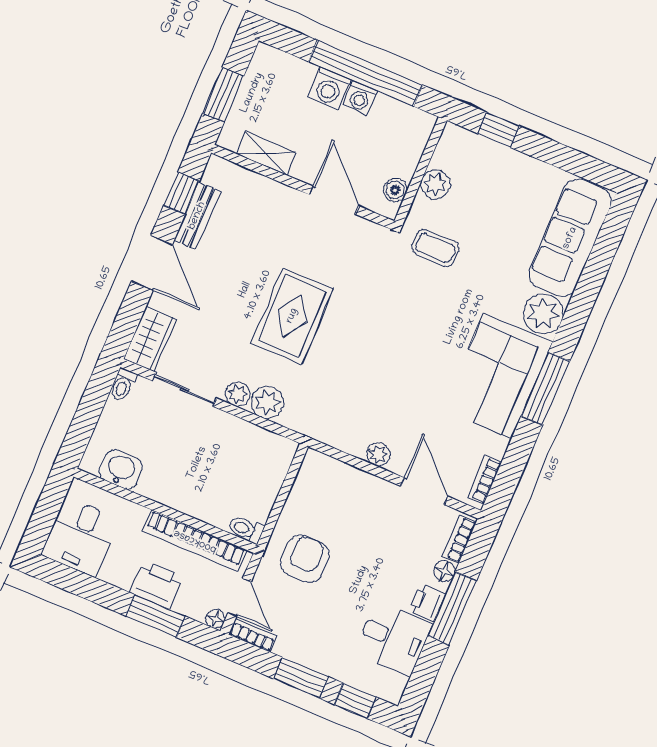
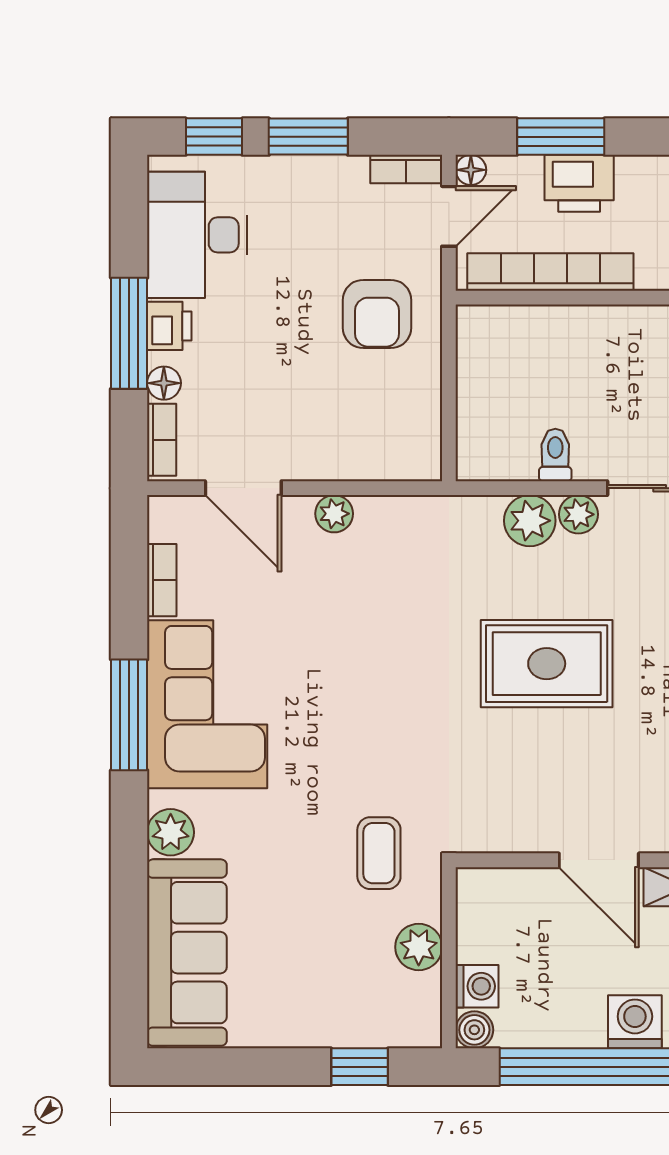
washing machine: (360, 98) -> (477, 986), moved, turned 90
boiler: (395, 190) -> (474, 1030), moved
door: (334, 200) -> (599, 860), moved
coffee table: (435, 248) -> (379, 853), turned 90
plant: (543, 314) -> (171, 832), width x0.73, depth x0.73
rug: (292, 316) -> (547, 664), turned 90
bookcase: (484, 480) -> (162, 580), moved
toilet: (246, 529) -> (555, 455), moved, turned -90
door: (239, 597) -> (449, 216), swing flipped
desk: (393, 638) -> (197, 235), width x1.37

